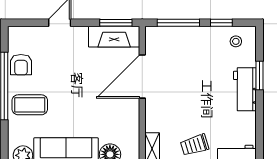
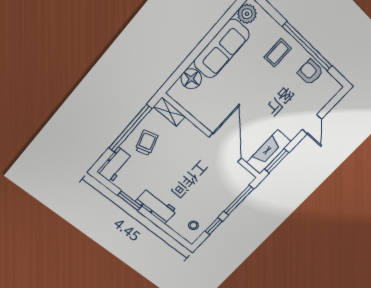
window: (260, 75) -> (130, 201), moved
coffee table: (30, 105) -> (278, 53), width x0.73, depth x0.77

